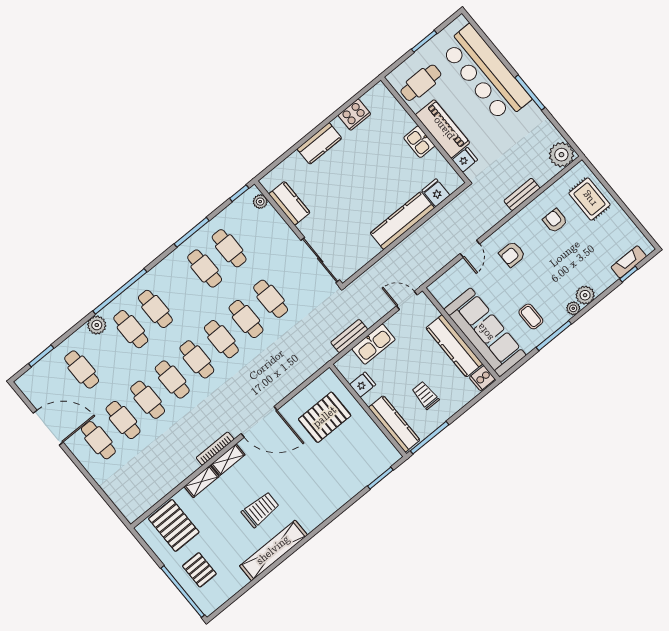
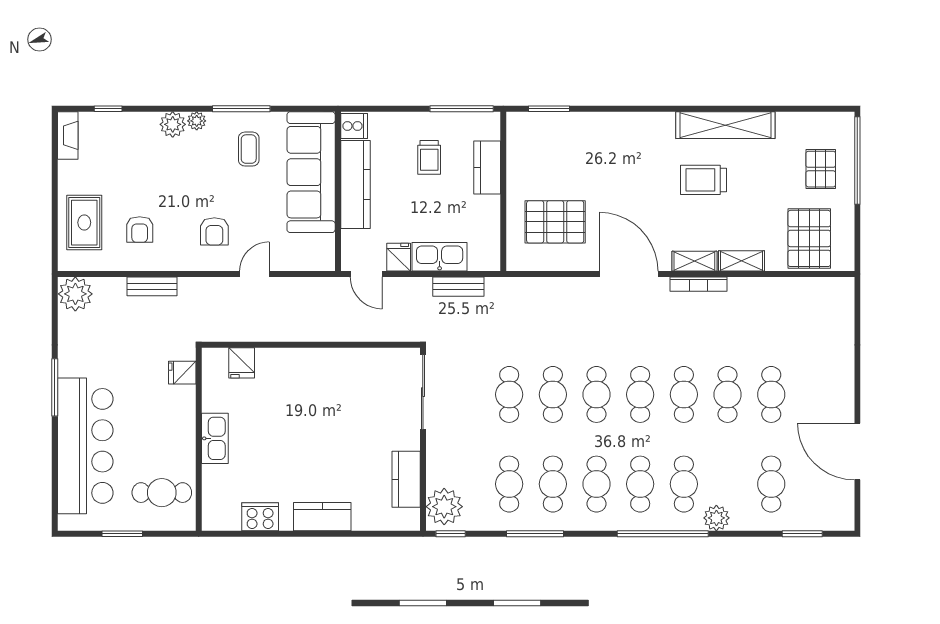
piano: (443, 129) -> (179, 425), removed
kitchen sink: (419, 142) -> (215, 438), width x1.38
plant: (260, 202) -> (444, 507), width x1.88, depth x1.88
kitchen counter: (402, 221) -> (301, 363), removed
armchair: (512, 254) -> (214, 231), turned 90
fireplace: (629, 262) -> (68, 135), moved, turned -90
fridge: (363, 385) -> (399, 257), moved, turned 90
kitchen counter: (394, 424) -> (487, 168), width x0.67
cafe table: (98, 440) -> (597, 484), moved

